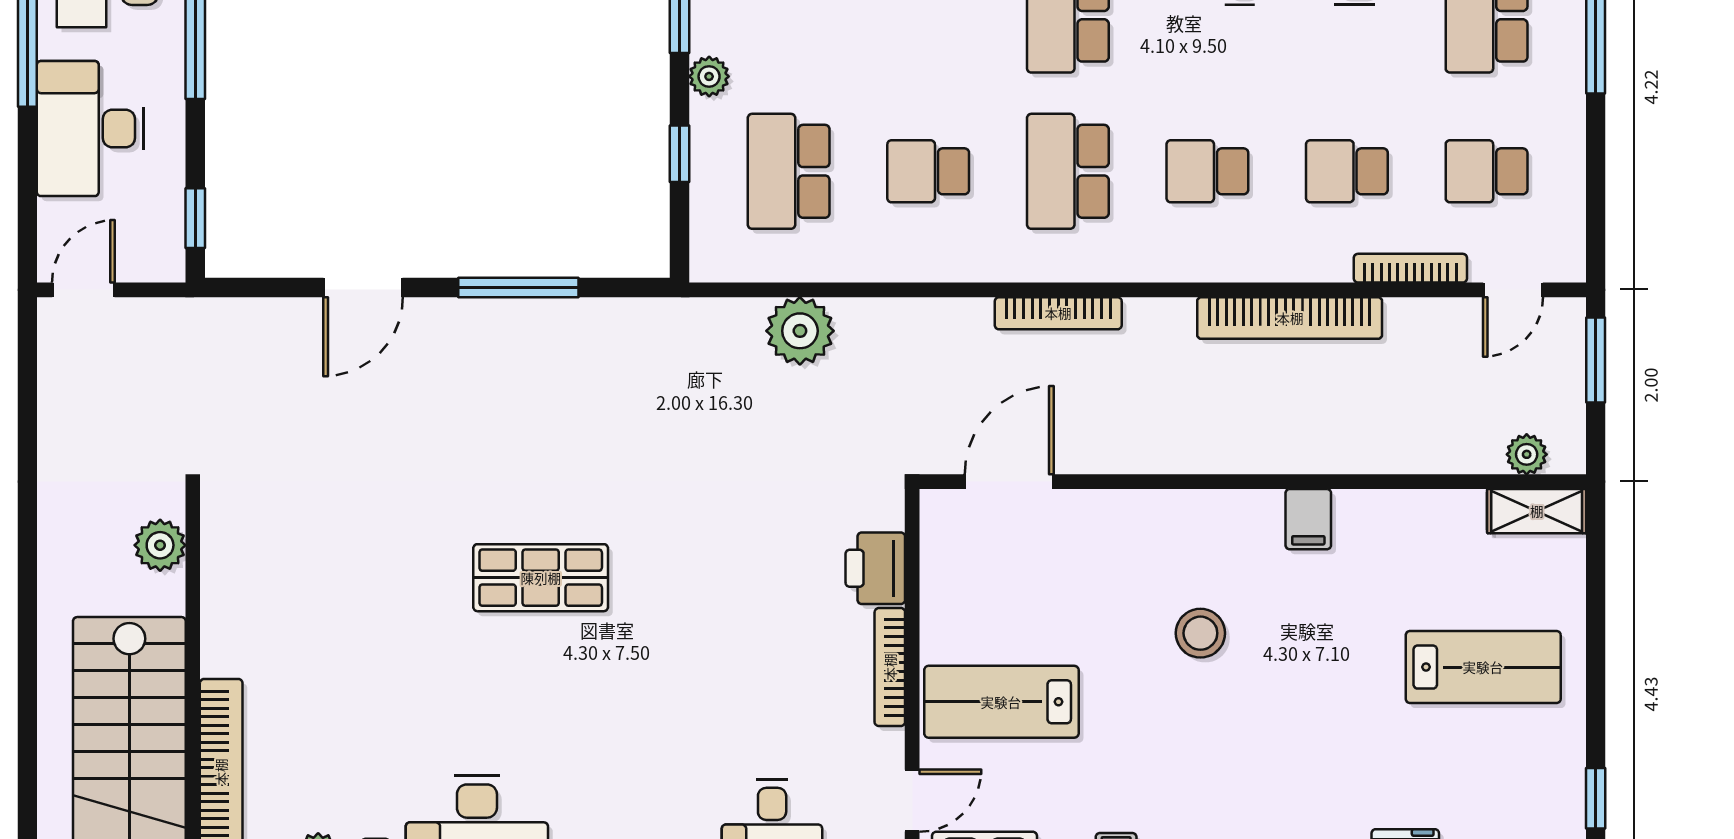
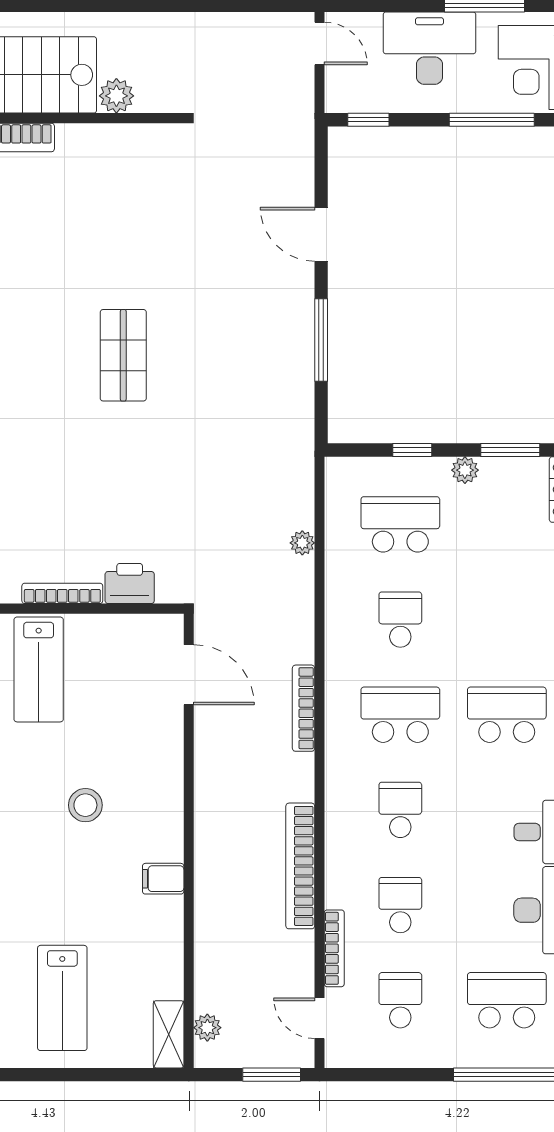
plant: (800, 331) -> (302, 543), width x0.53, depth x0.53
plant: (160, 545) -> (116, 96), moved
lab bench: (1001, 702) -> (39, 669), turned 180

